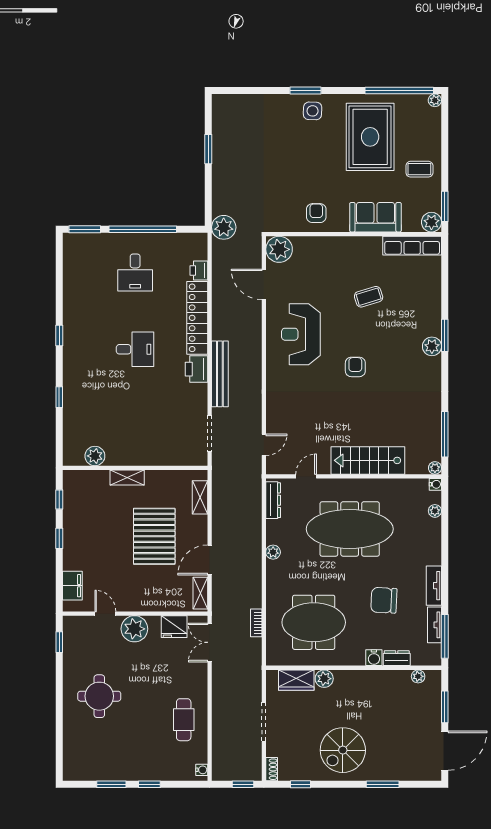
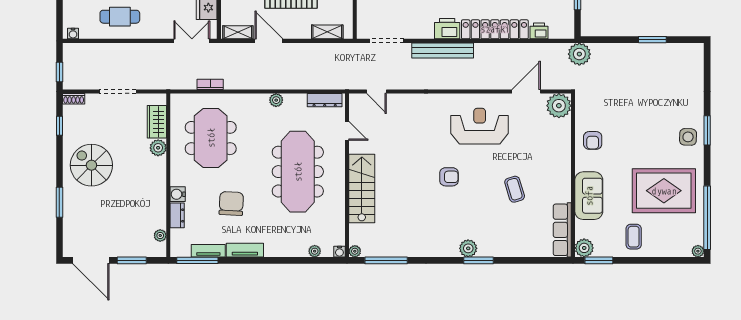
armchair: (316, 213) -> (593, 140), turned 90

